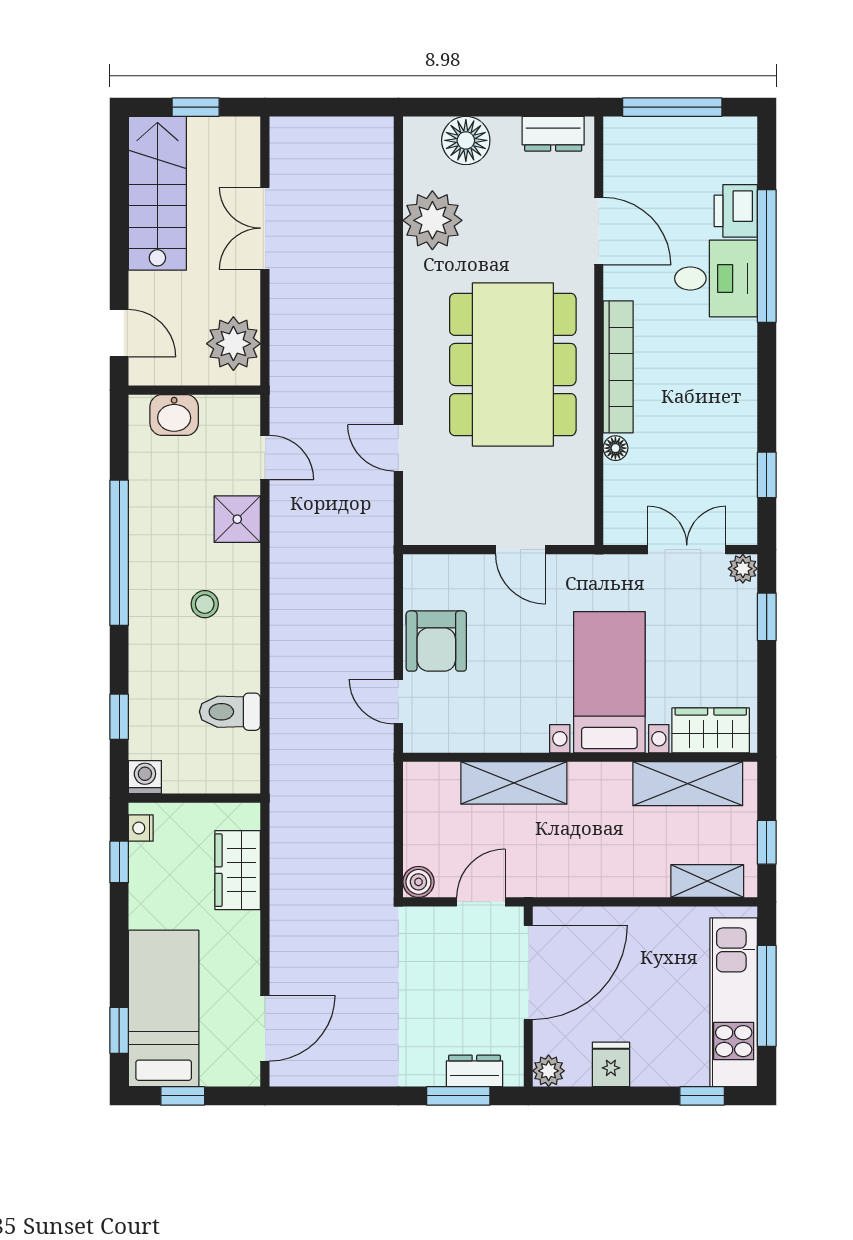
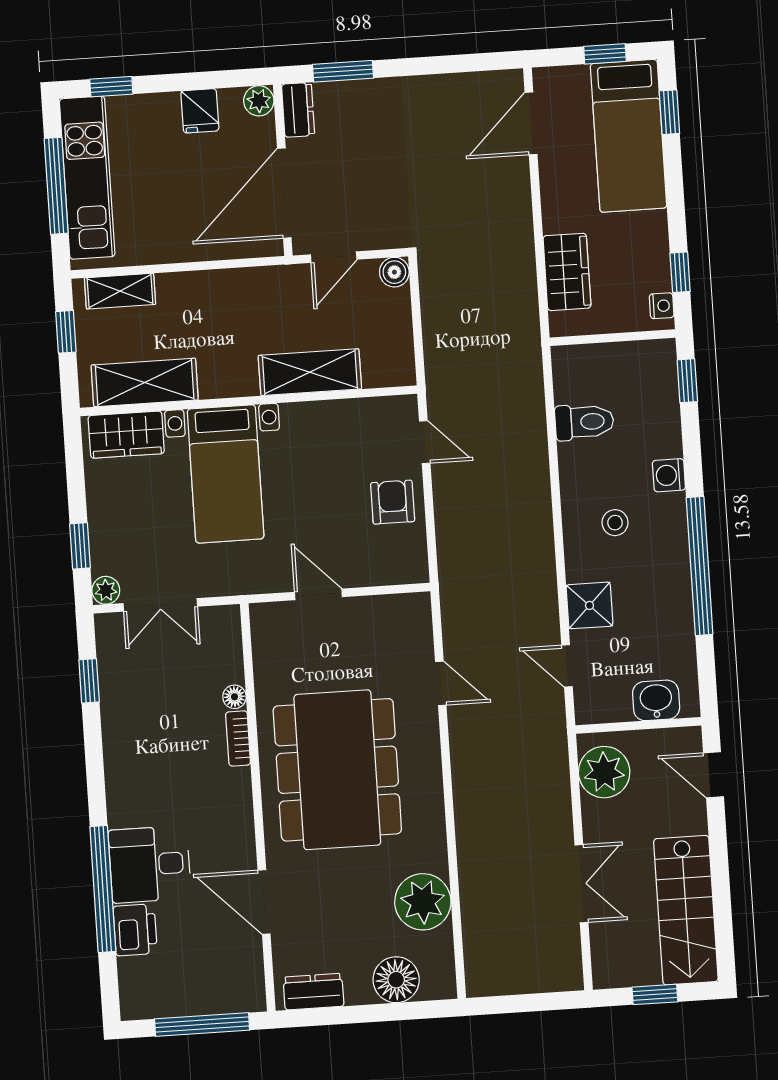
bookcase: (618, 367) -> (238, 738), width x0.43, depth x0.76
armchair: (436, 641) -> (393, 502), width x0.72, depth x0.72
window: (119, 717) -> (687, 381), moved
washing machine: (145, 777) -> (669, 475), moved, turned 90
dresser: (474, 1071) -> (298, 110), moved, turned -90

